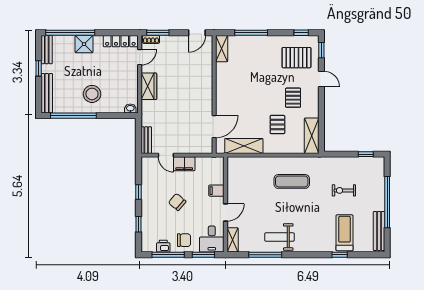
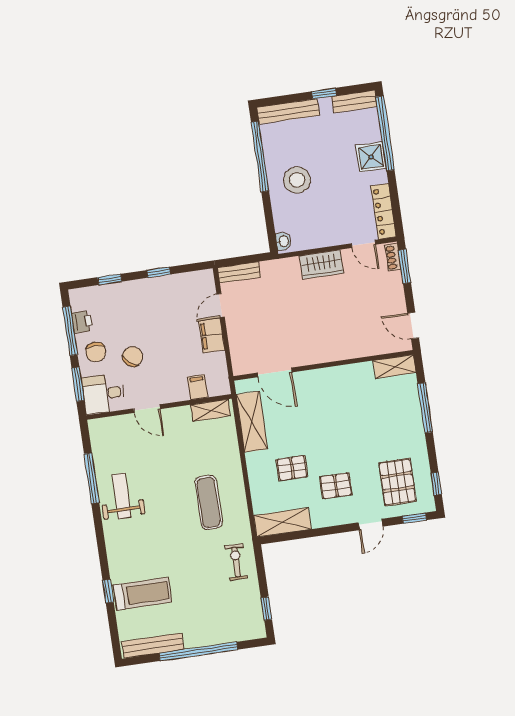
exercise bike: (344, 190) -> (236, 562), moved
filing cabinet: (216, 191) -> (198, 387), moved
chair: (177, 202) -> (133, 357), moved
shelving: (233, 240) -> (211, 410), moved

